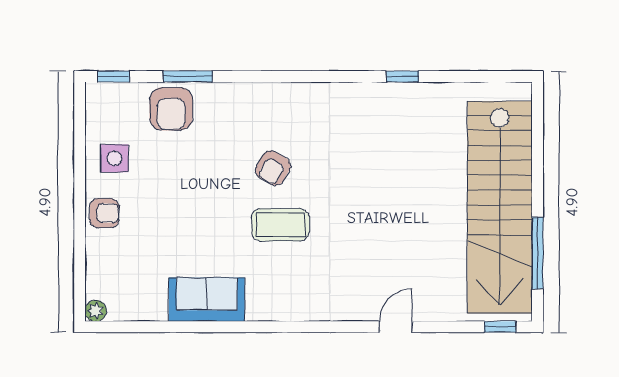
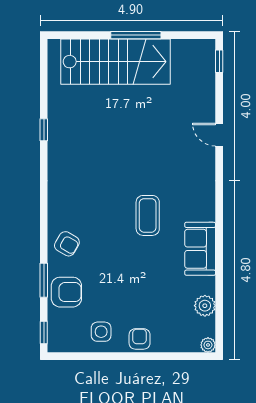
armchair: (273, 168) -> (67, 244), moved
stairs: (500, 207) -> (116, 62), width x0.73
window: (538, 253) -> (136, 35), moved
sofa: (207, 300) -> (200, 249), moved
plant: (152, 306) -> (205, 306), added

